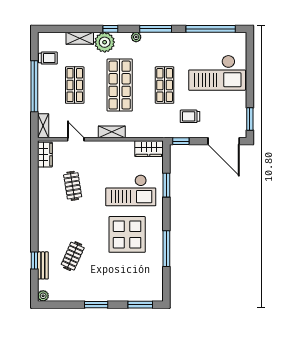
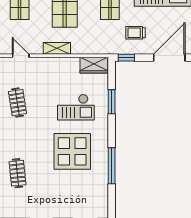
door: (224, 141) -> (169, 58), swing flipped
checkout: (131, 190) -> (76, 107), width x0.73, depth x0.83
clothes rail: (73, 256) -> (17, 173), turned -30

